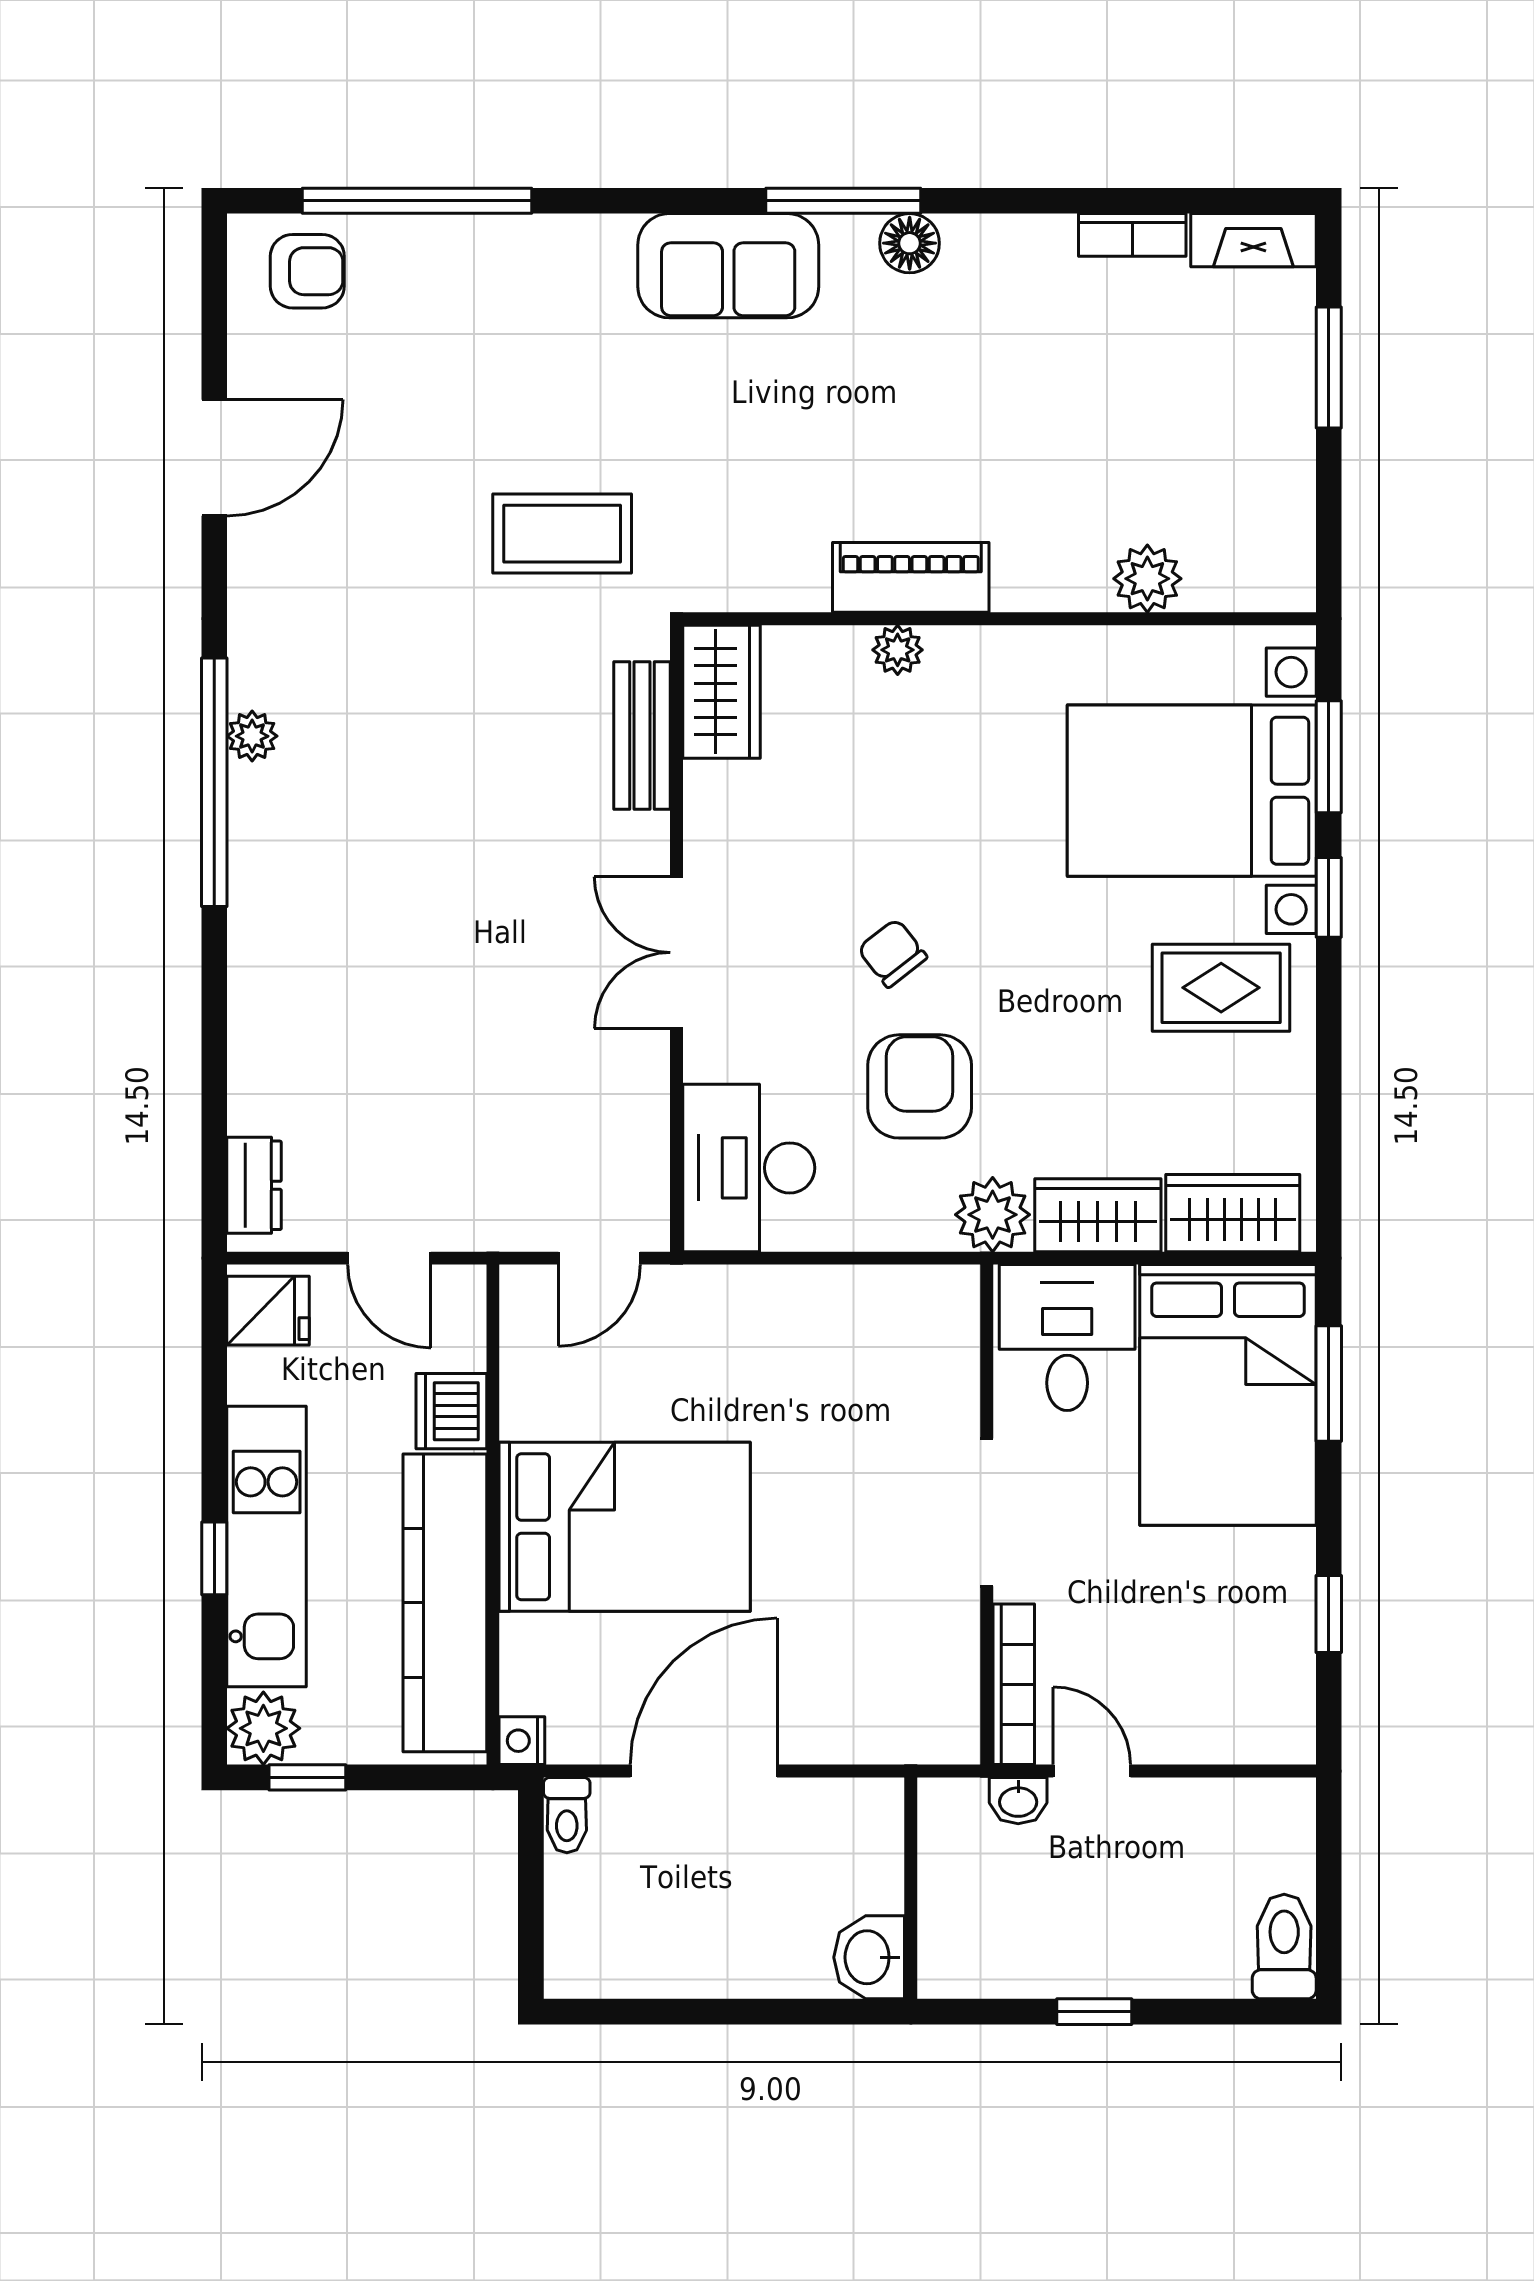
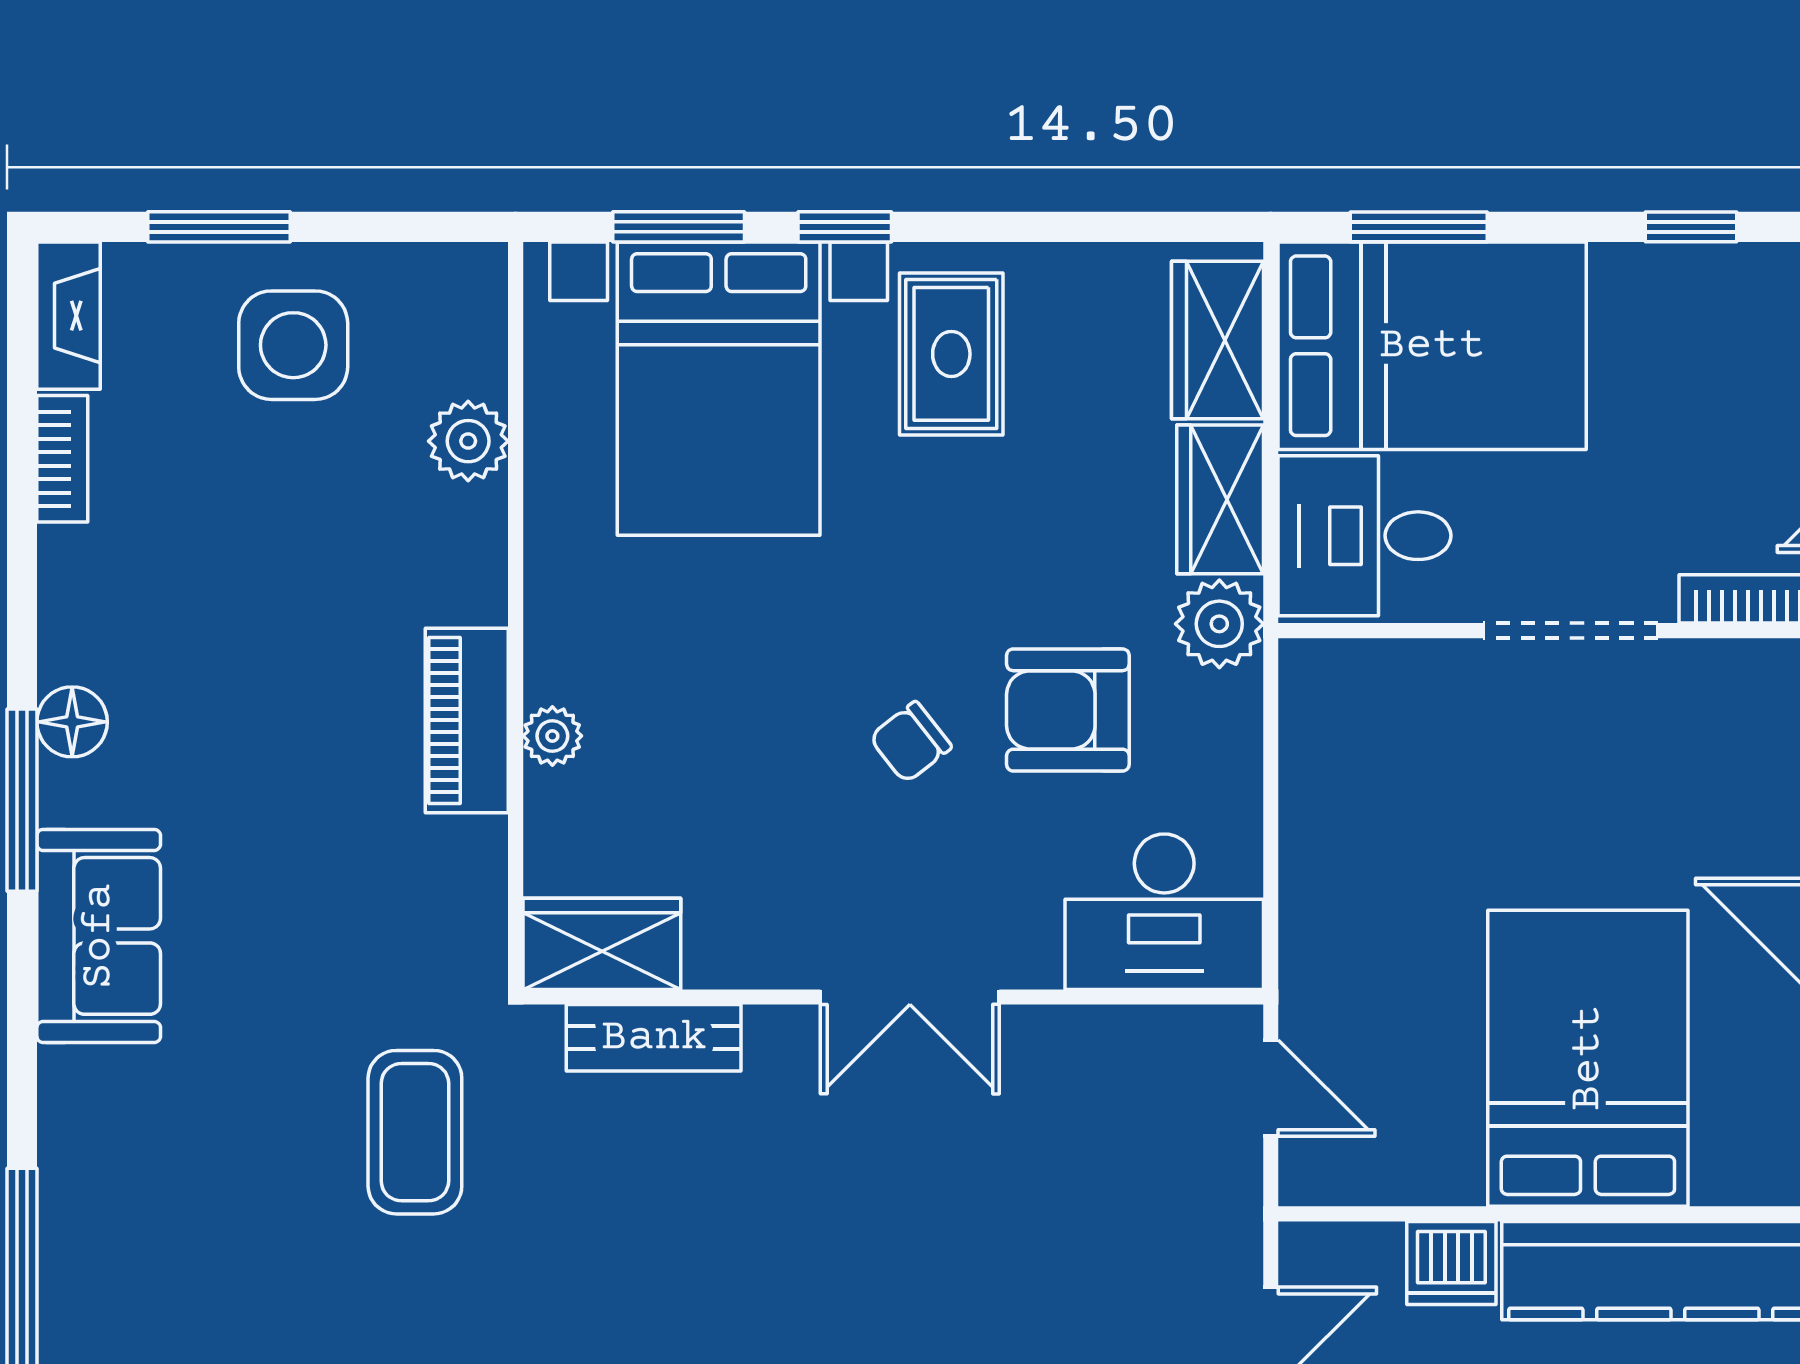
side table: (1229, 430) -> (293, 345), added

